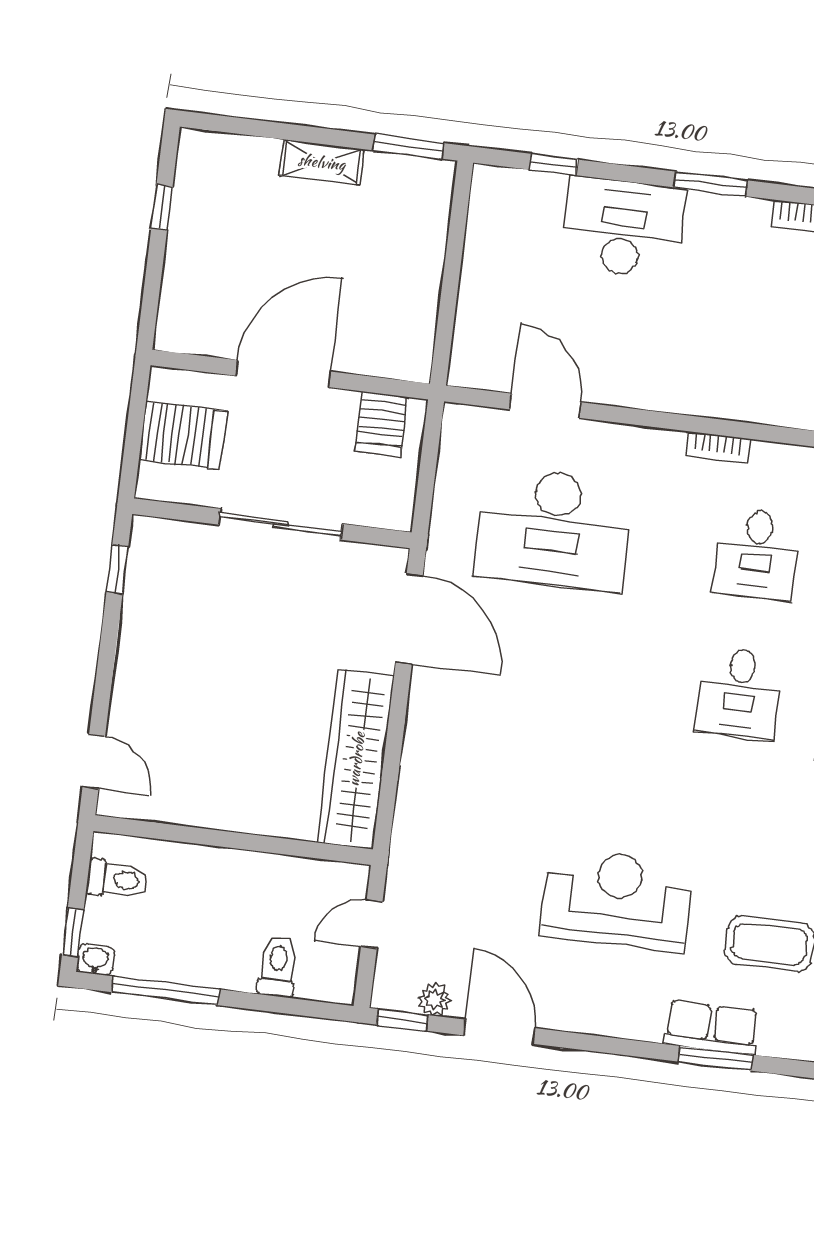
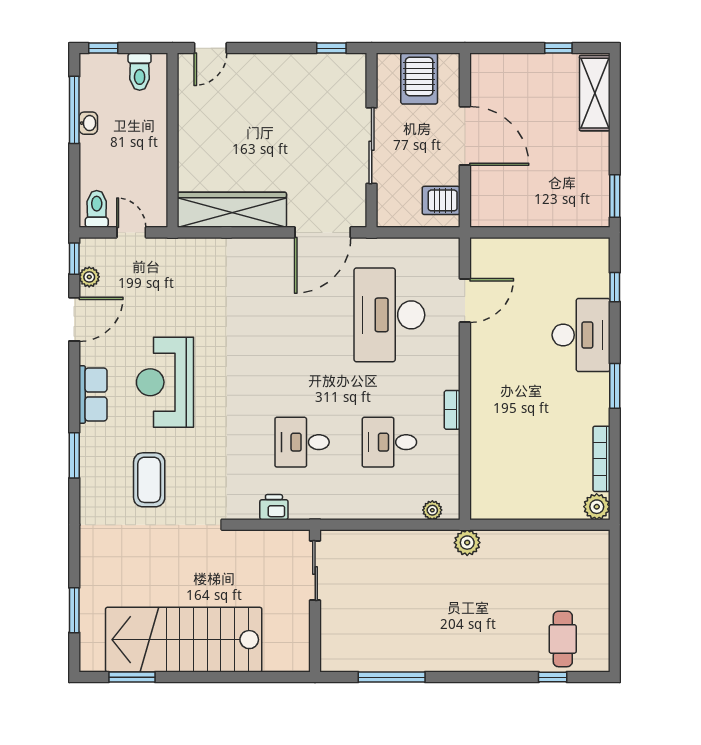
shelving: (322, 162) -> (595, 93), moved, width x1.50, depth x1.33
reception desk: (617, 900) -> (165, 382), turned 180
washbasin: (96, 960) -> (88, 123), moved
toilet: (278, 967) -> (97, 209), moved, turned -90
row of seats: (712, 1028) -> (93, 395), moved

